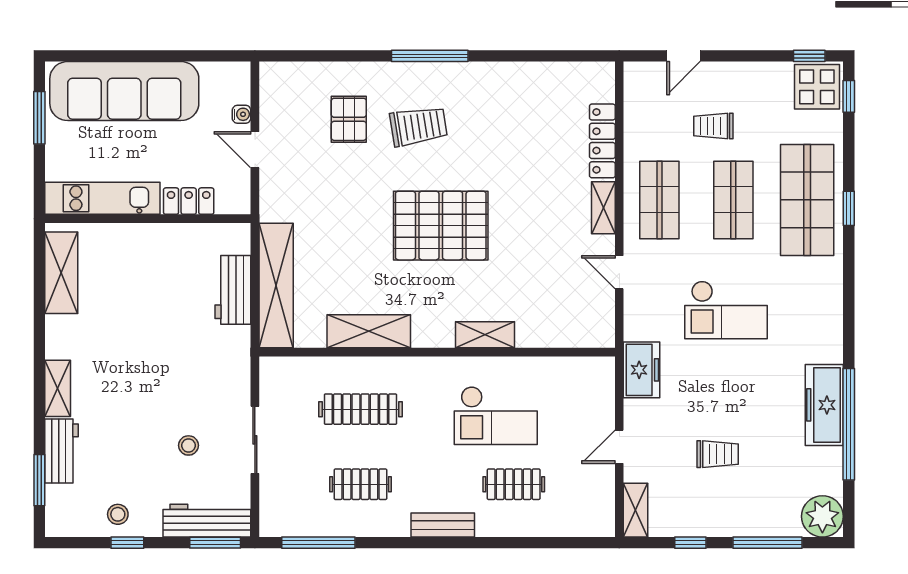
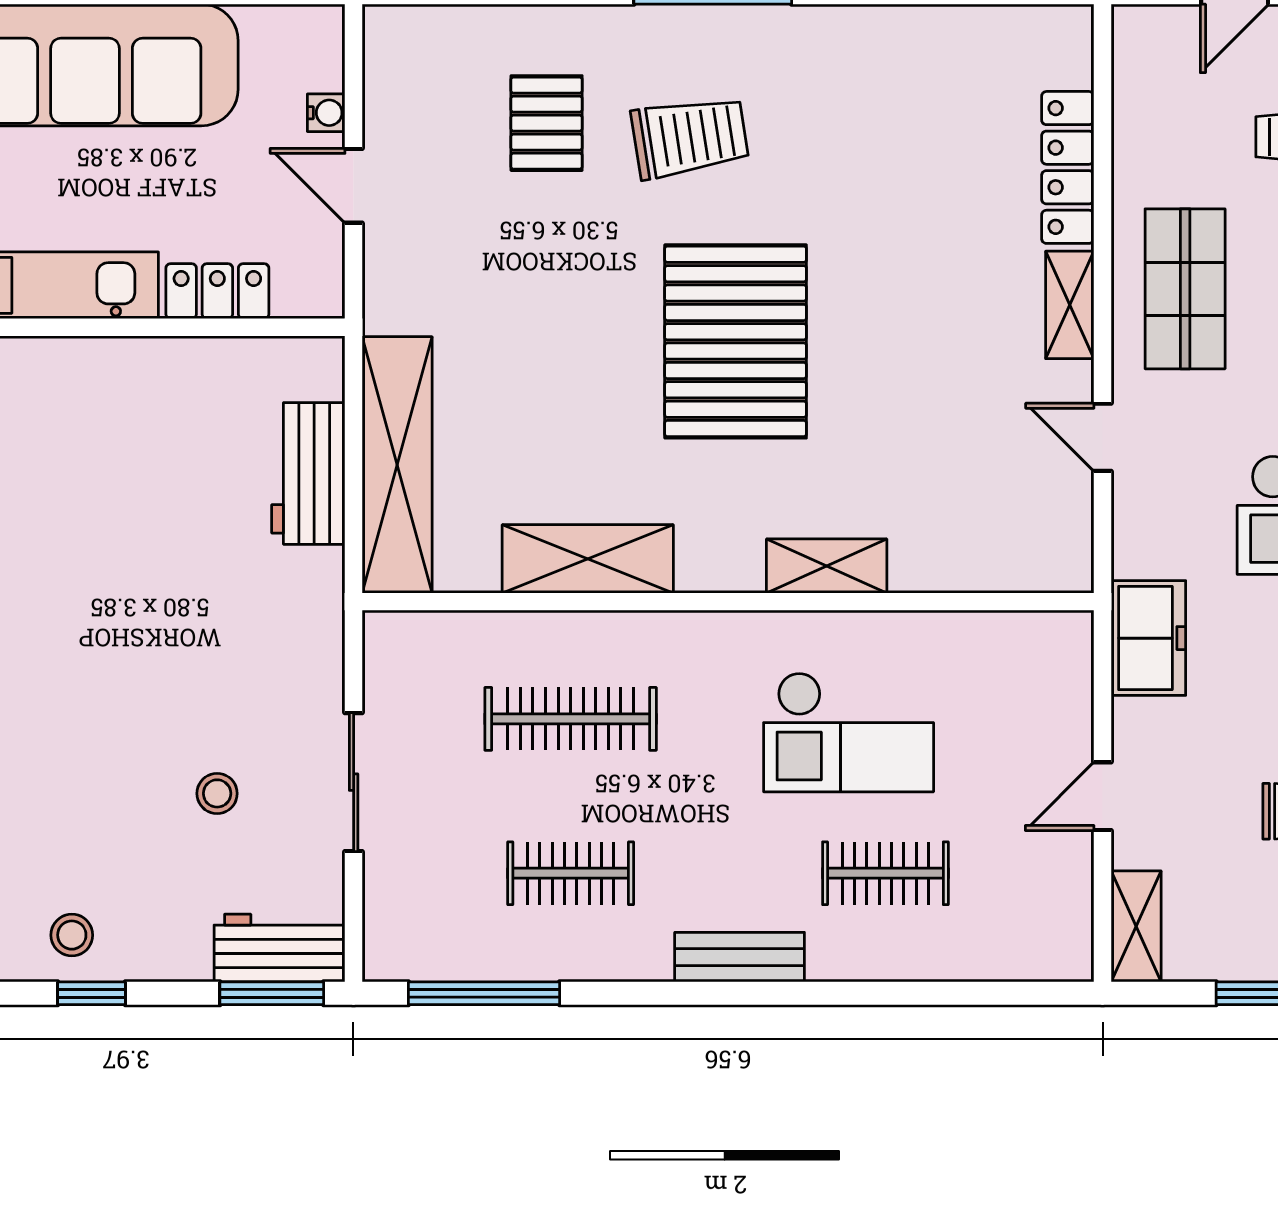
pallet: (441, 226) -> (736, 341), turned 90
workbench: (207, 521) -> (280, 948), width x0.73

